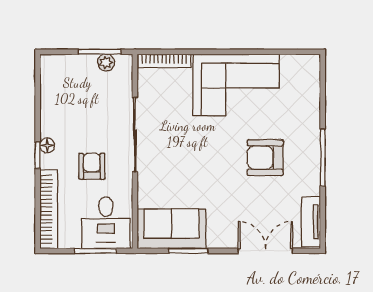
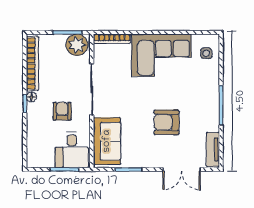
plant: (106, 62) -> (77, 45), width x1.87, depth x1.87
side table: (301, 82) -> (206, 53), added
armchair: (265, 158) -> (167, 122), moved
bookcase: (49, 209) -> (32, 63), moved
sofa: (171, 229) -> (107, 141), moved, turned 90
double door: (265, 251) -> (182, 169), swing flipped

